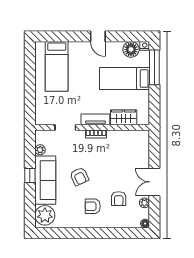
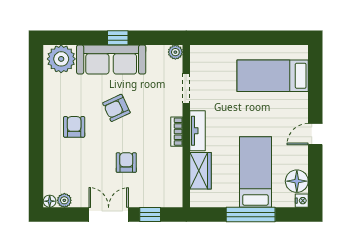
window: (154, 67) -> (251, 214), moved
plant: (40, 150) -> (175, 52), moved
window: (154, 153) -> (150, 214), added
armchair: (119, 199) -> (126, 163), moved, turned 90
plant: (144, 203) -> (64, 200), moved

